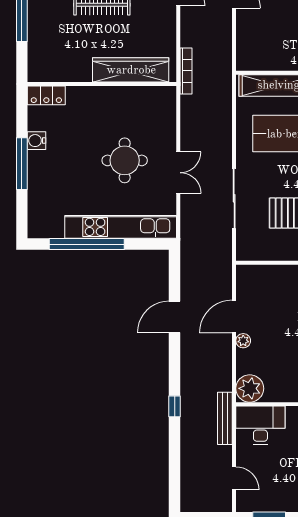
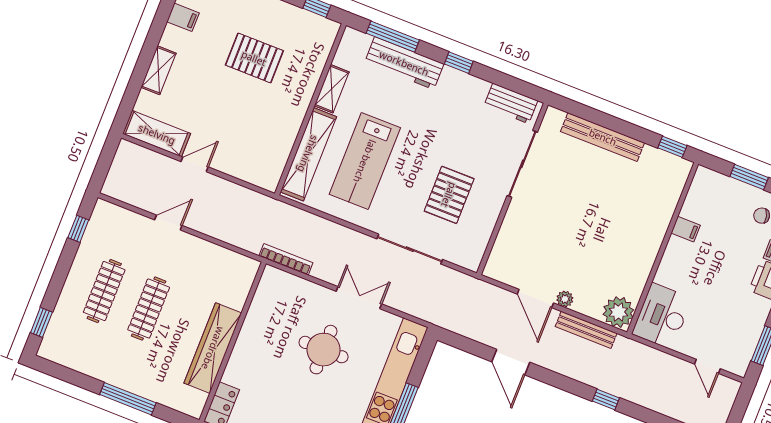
wardrobe: (131, 70) -> (213, 348), moved
bookcase: (186, 71) -> (286, 259), moved
bench: (225, 418) -> (586, 330), moved
door: (234, 478) -> (707, 366), swing flipped

